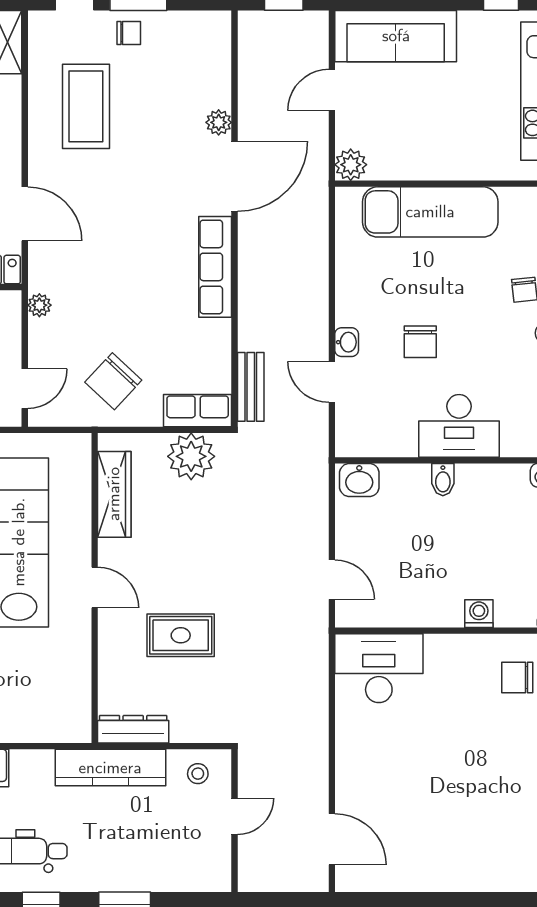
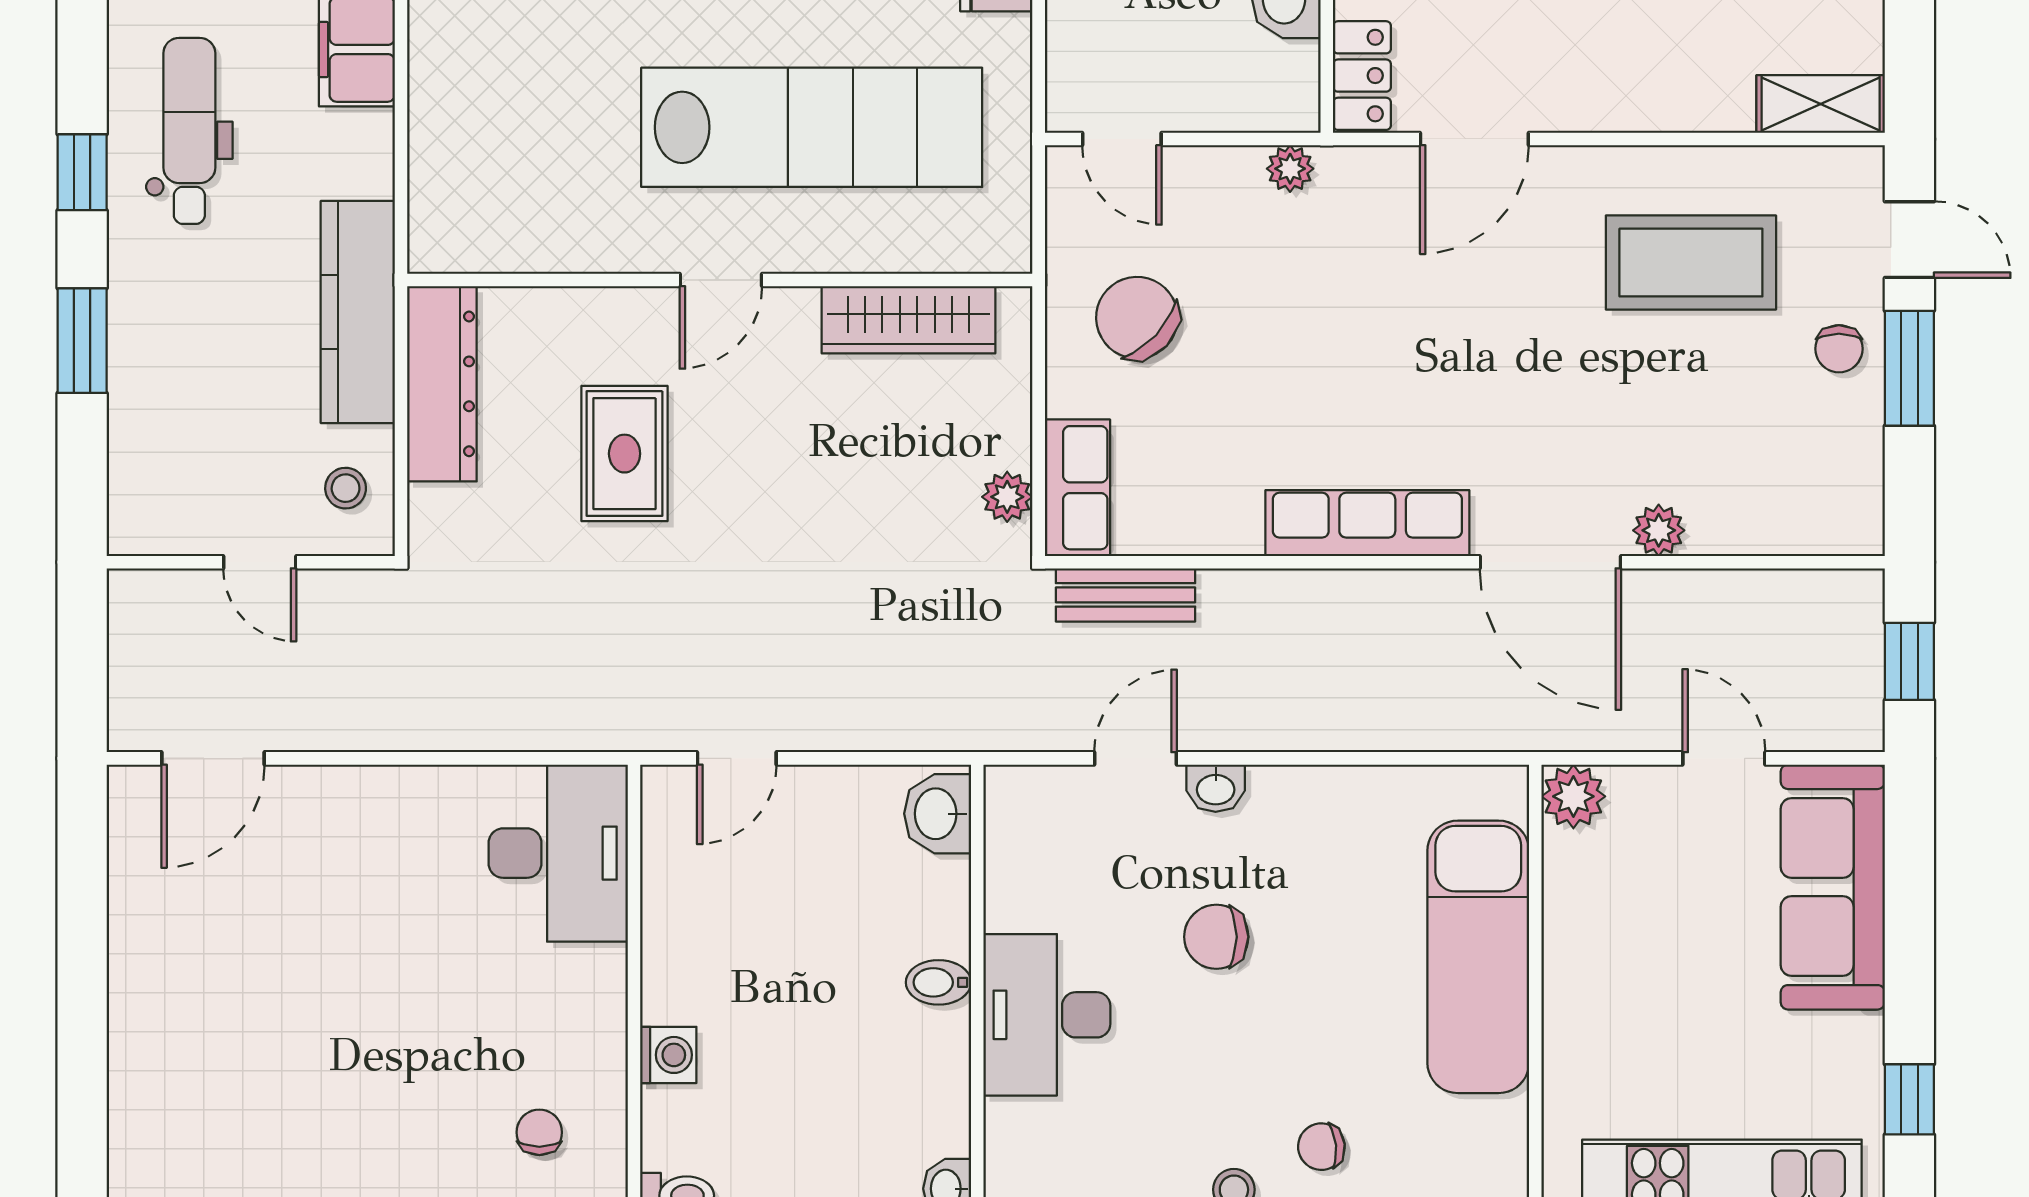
plant: (191, 456) -> (1007, 497), width x0.53, depth x0.53
chair: (517, 678) -> (539, 1132), width x0.73, depth x0.73
dresser: (133, 729) -> (442, 384), width x1.37, depth x1.24

